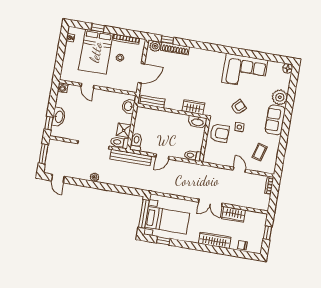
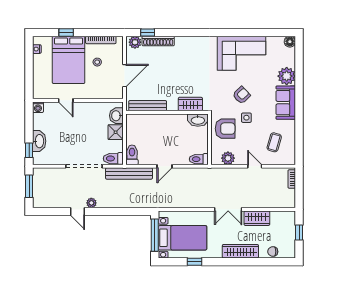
bench: (152, 102) -> (148, 106), width x1.36
shower: (124, 130) -> (116, 132), moved
plant: (218, 159) -> (228, 158), added
door: (58, 179) -> (78, 212), moved
window: (163, 241) -> (194, 262), moved

